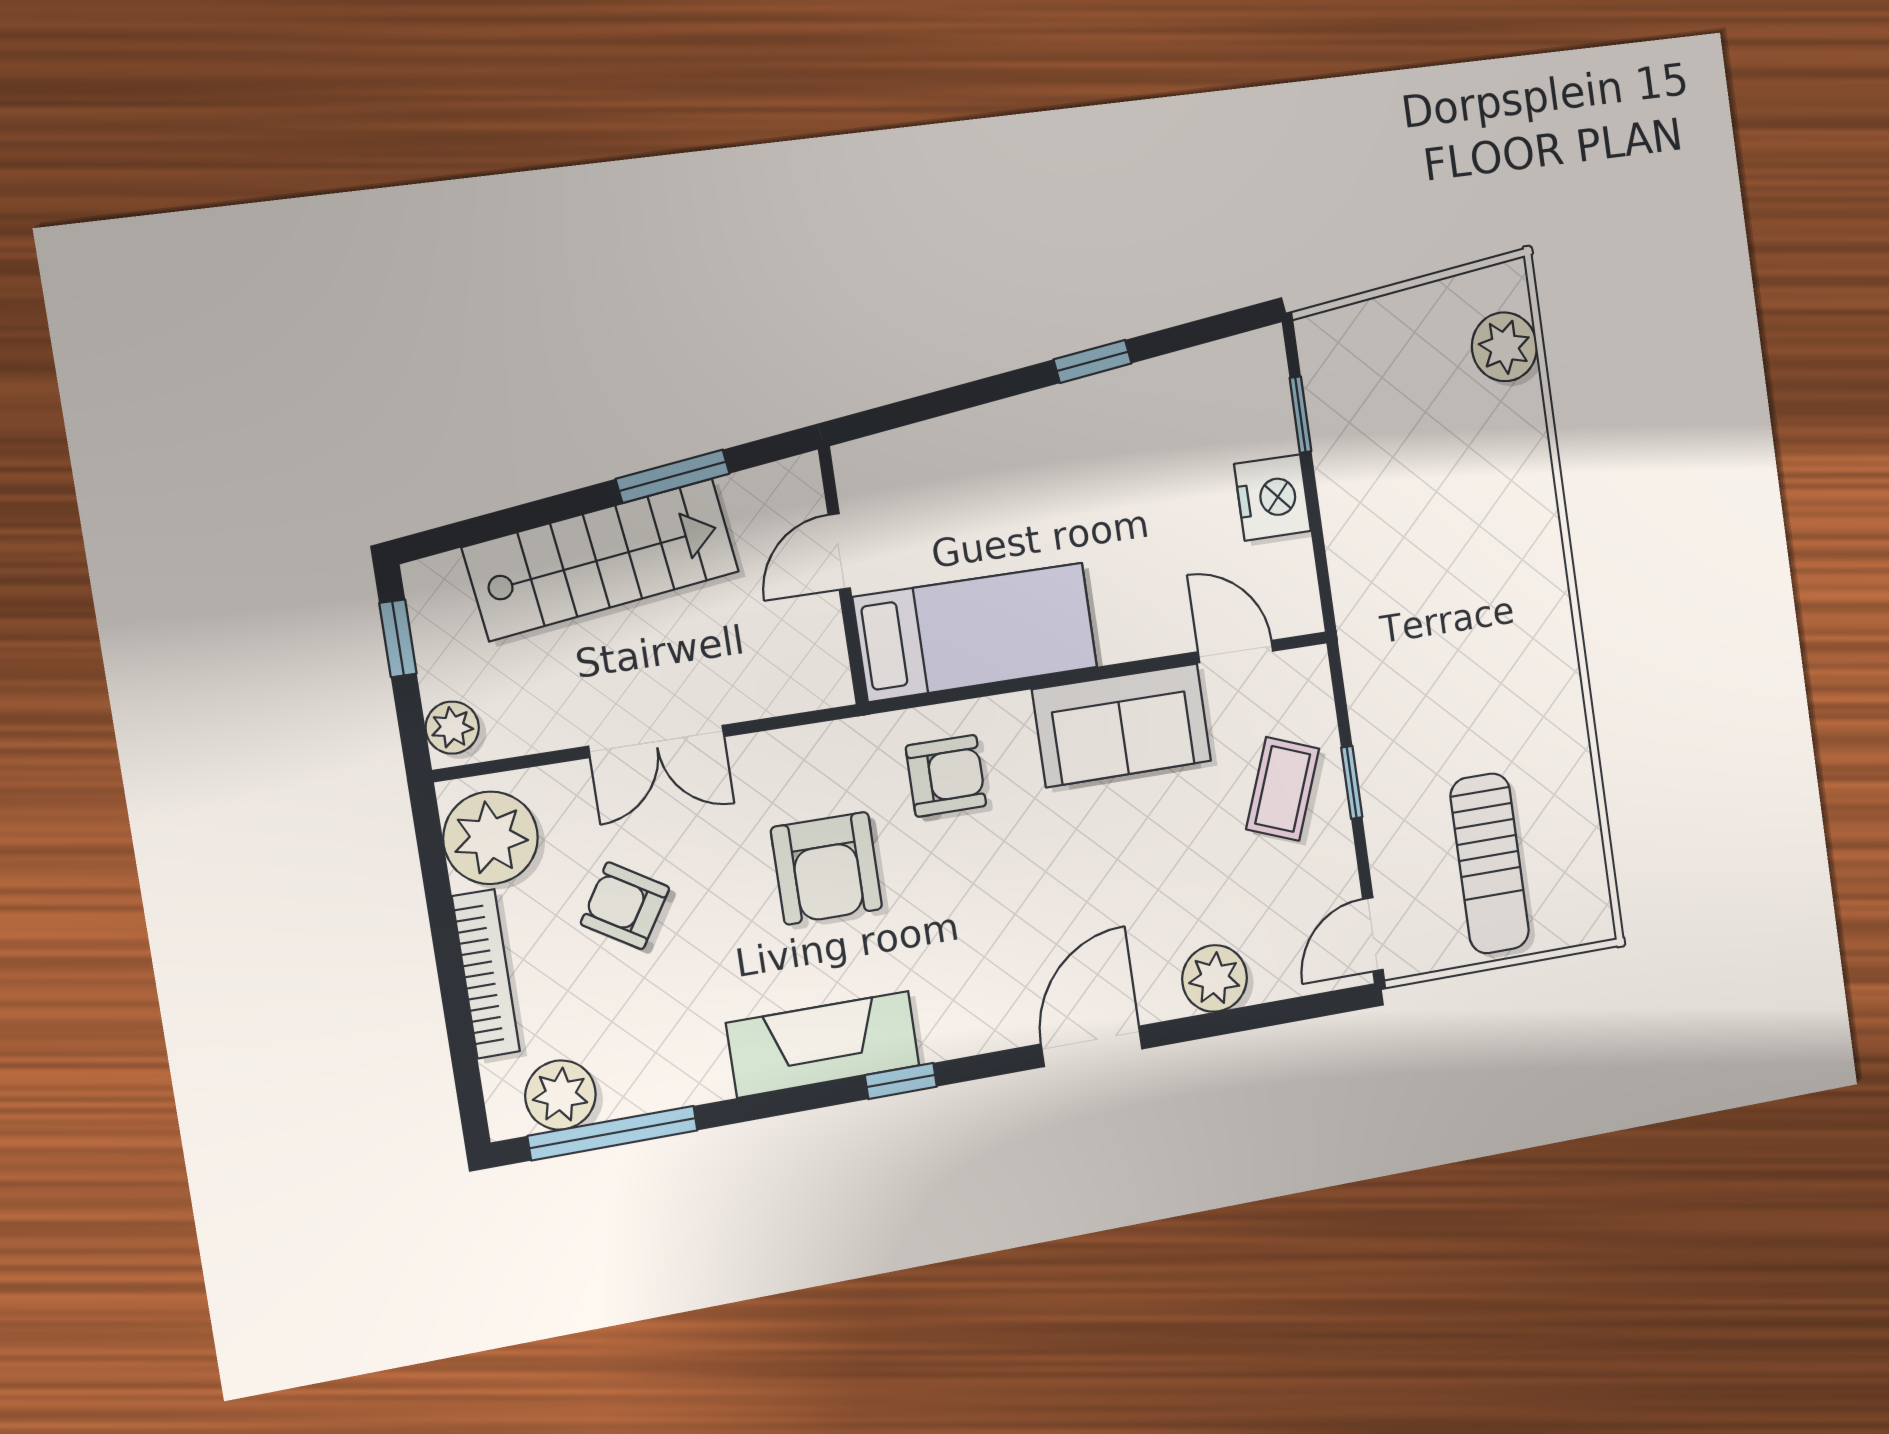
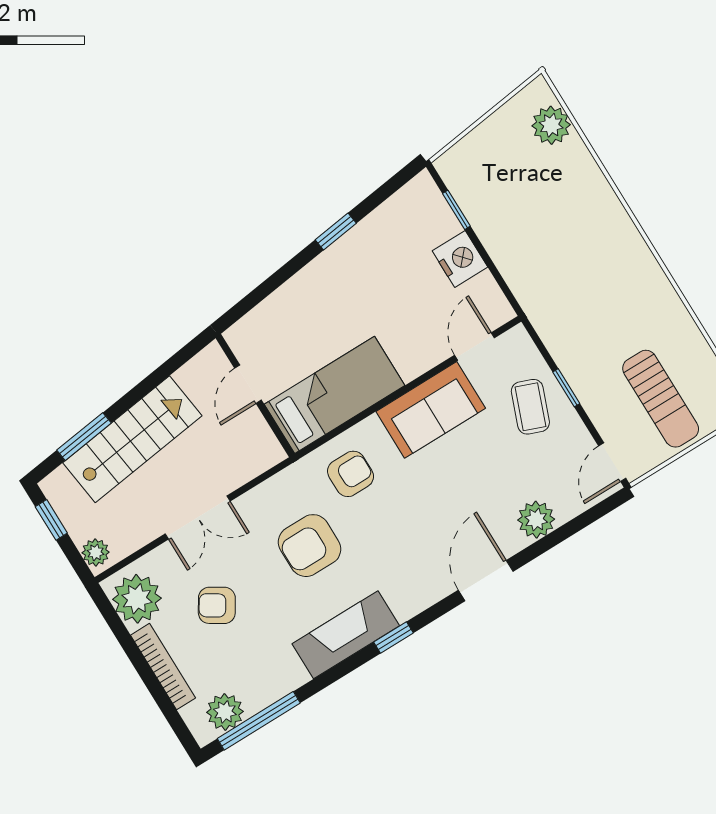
window: (673, 476) -> (84, 437), moved
door: (1236, 651) -> (475, 347), hinge flipped
armchair: (826, 868) -> (310, 546), turned 90

